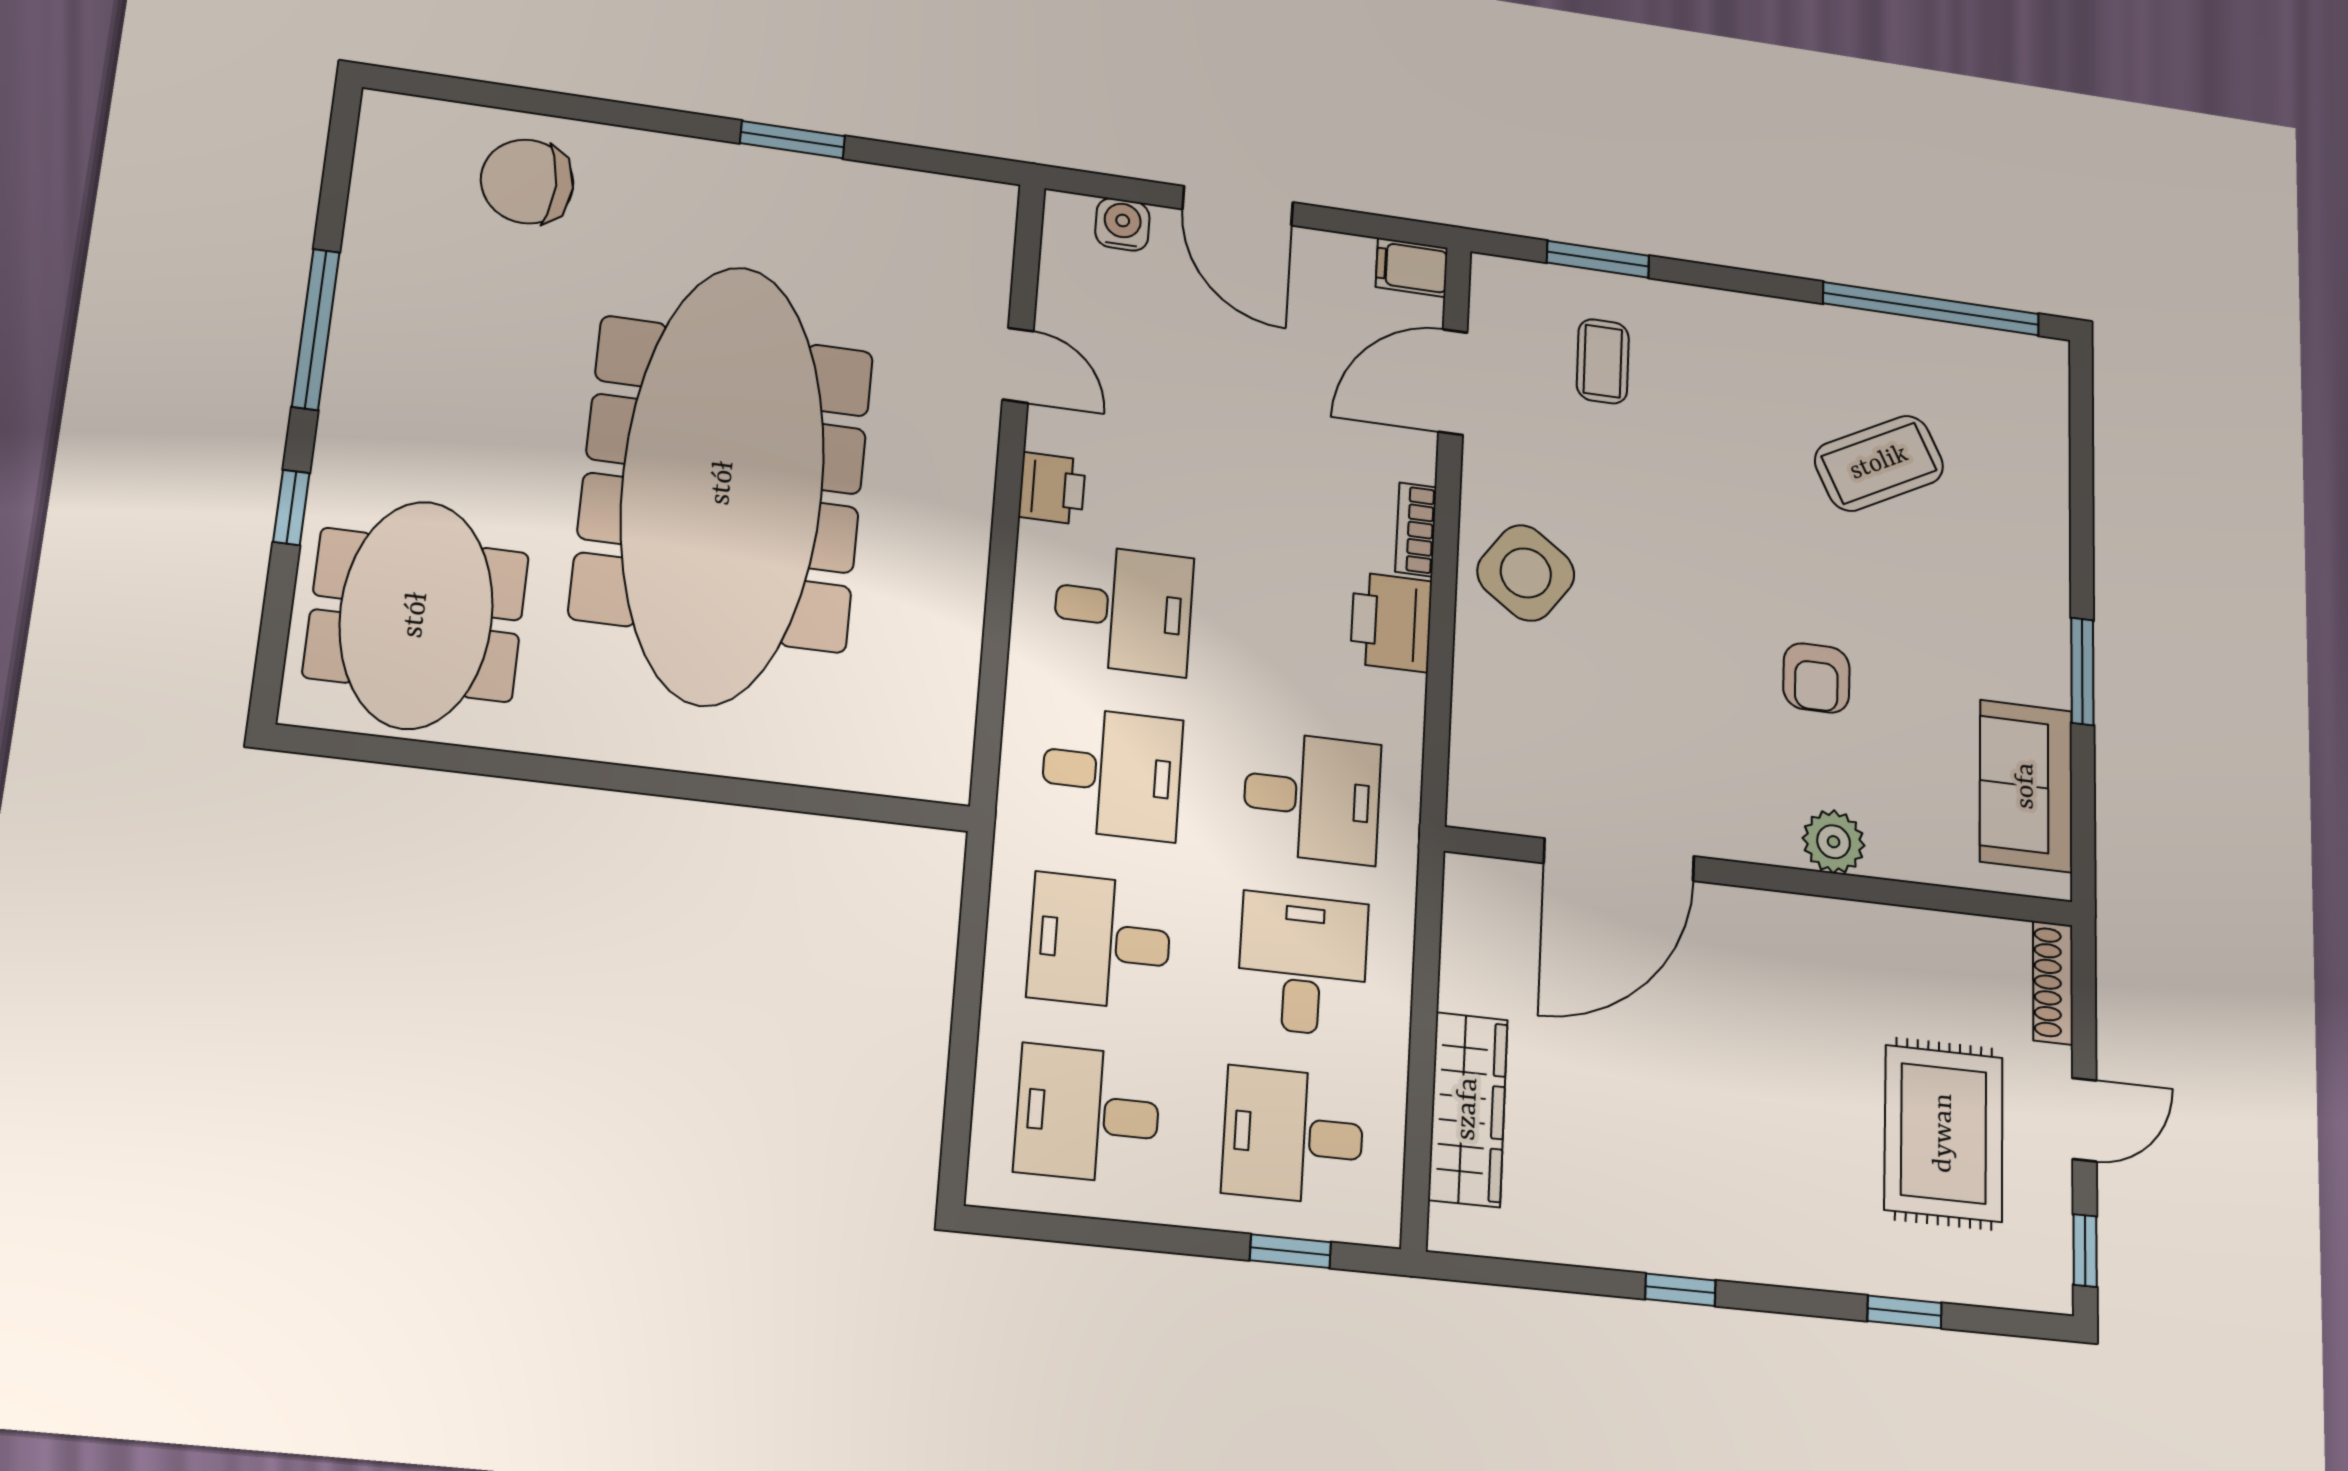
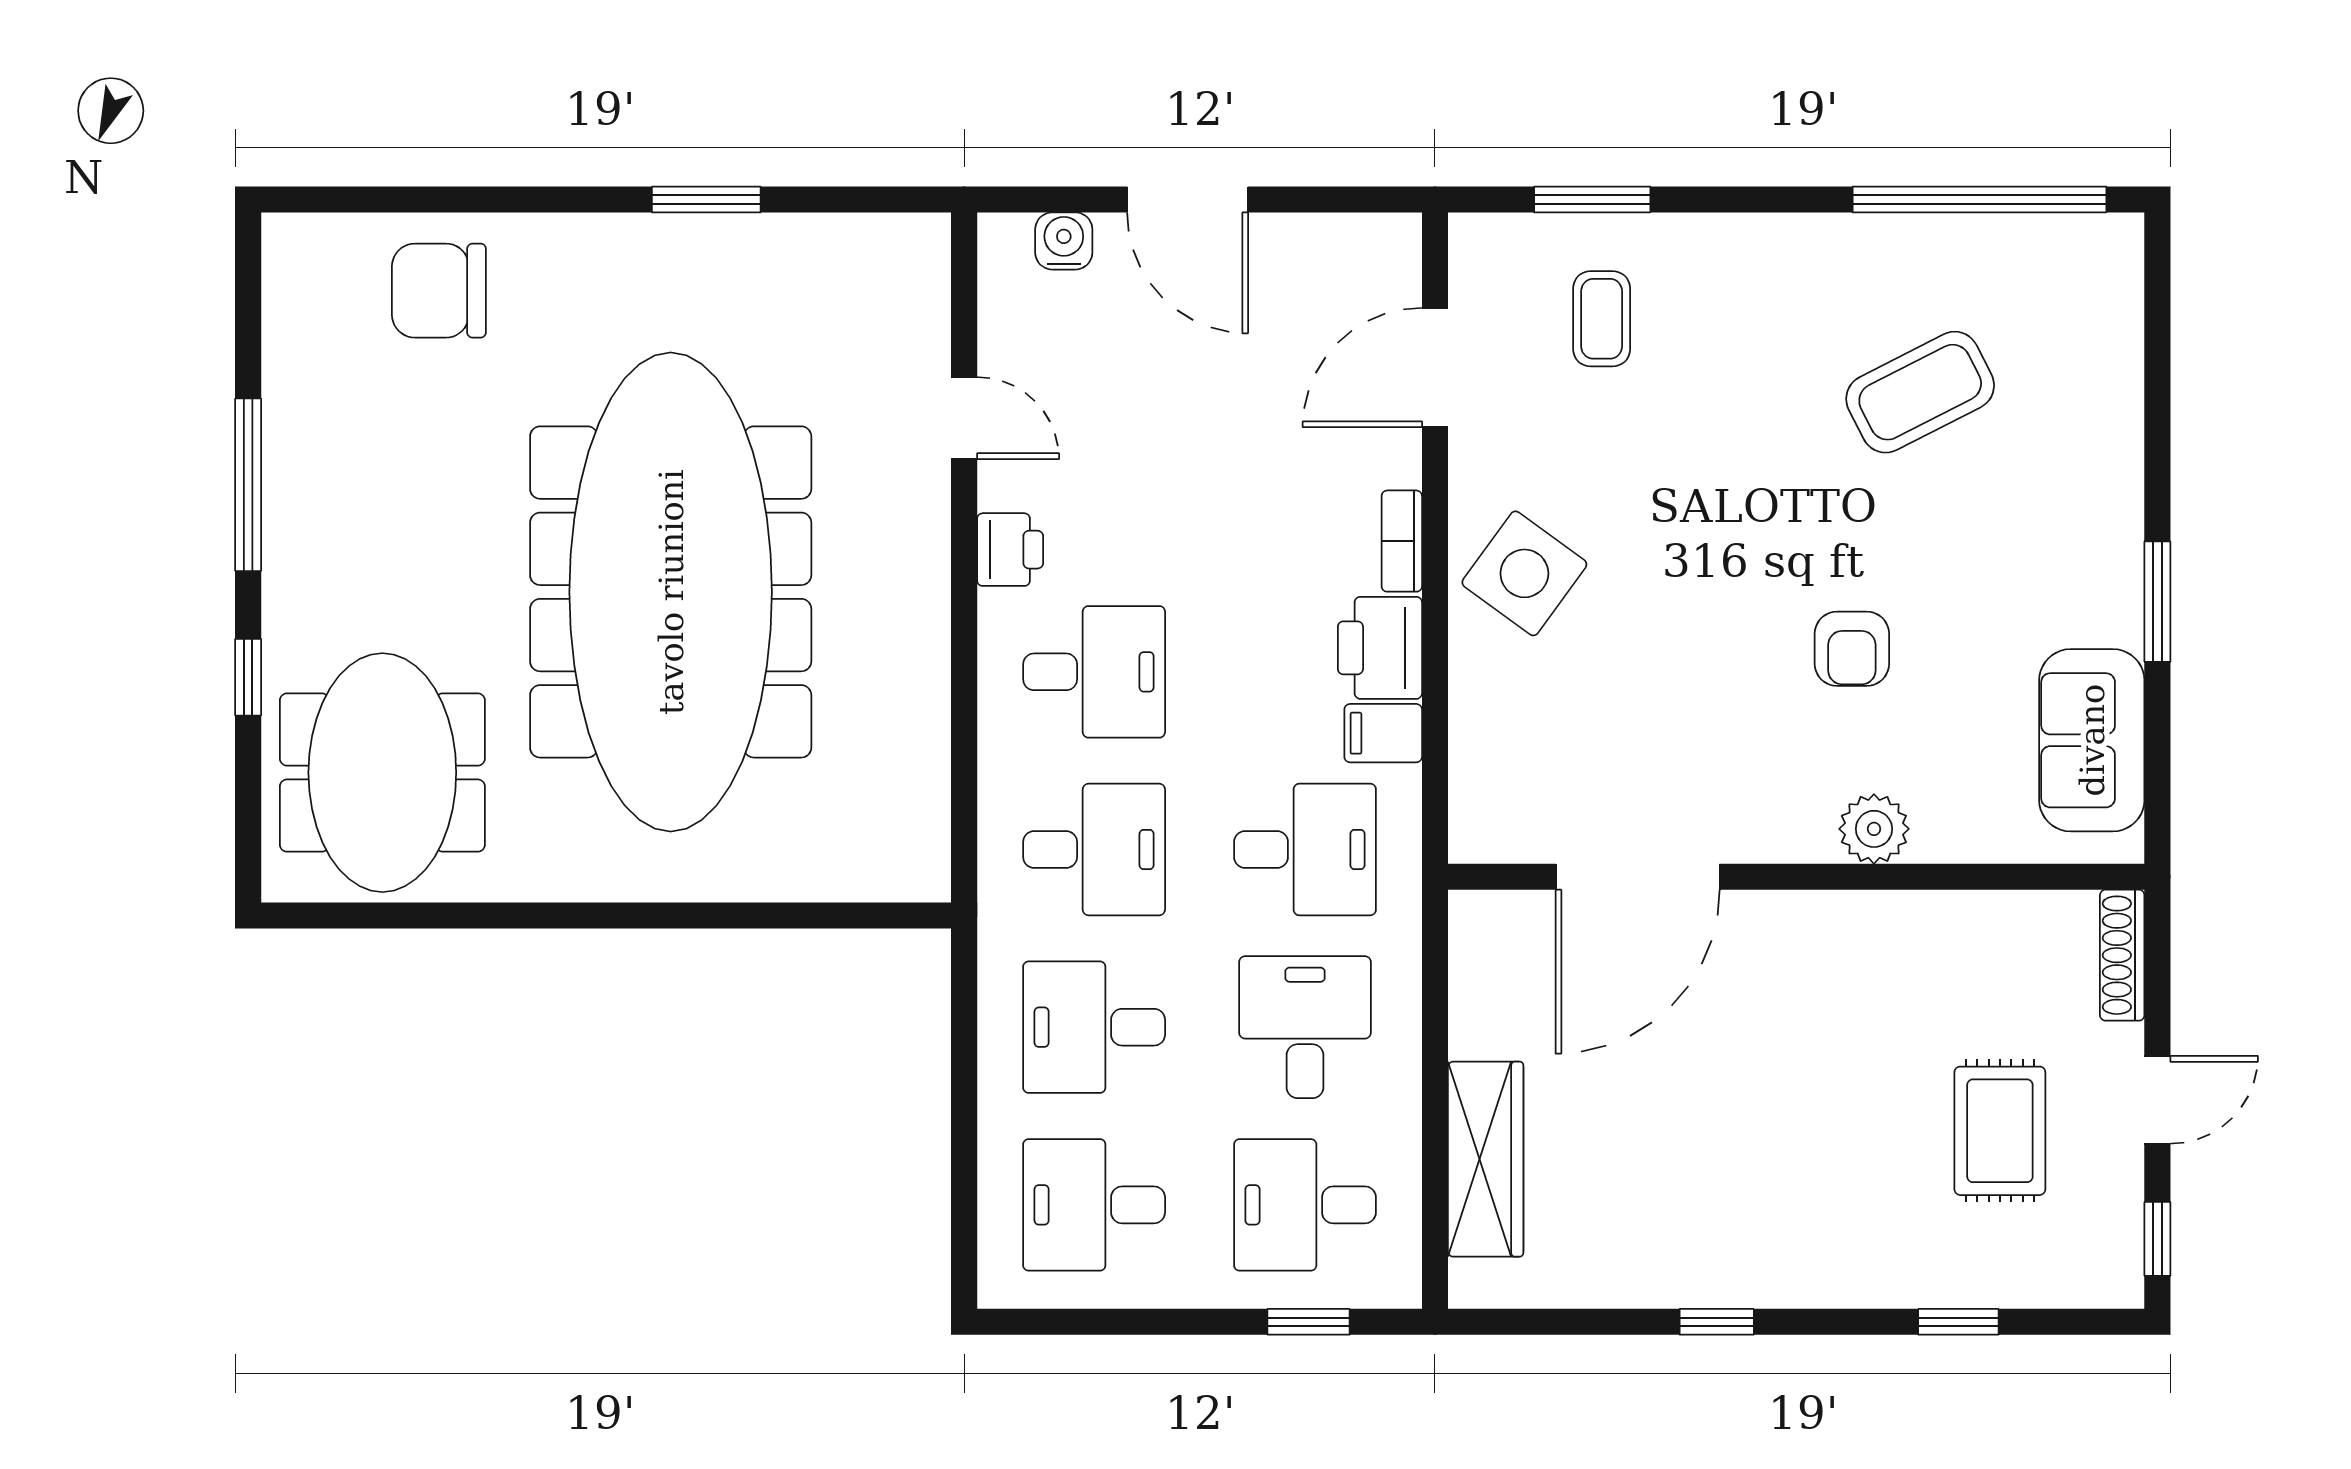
filing cabinet: (1412, 267) -> (1383, 733), moved
rug: (1944, 1133) -> (2000, 1131), width x0.73, depth x0.70

